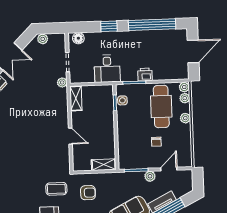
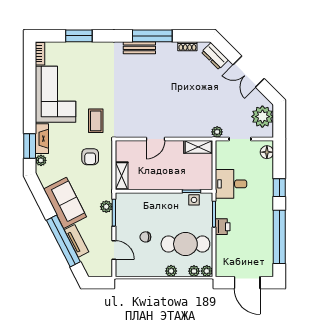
plant: (43, 39) -> (262, 117), width x1.87, depth x1.87
plant: (150, 176) -> (106, 207), moved

